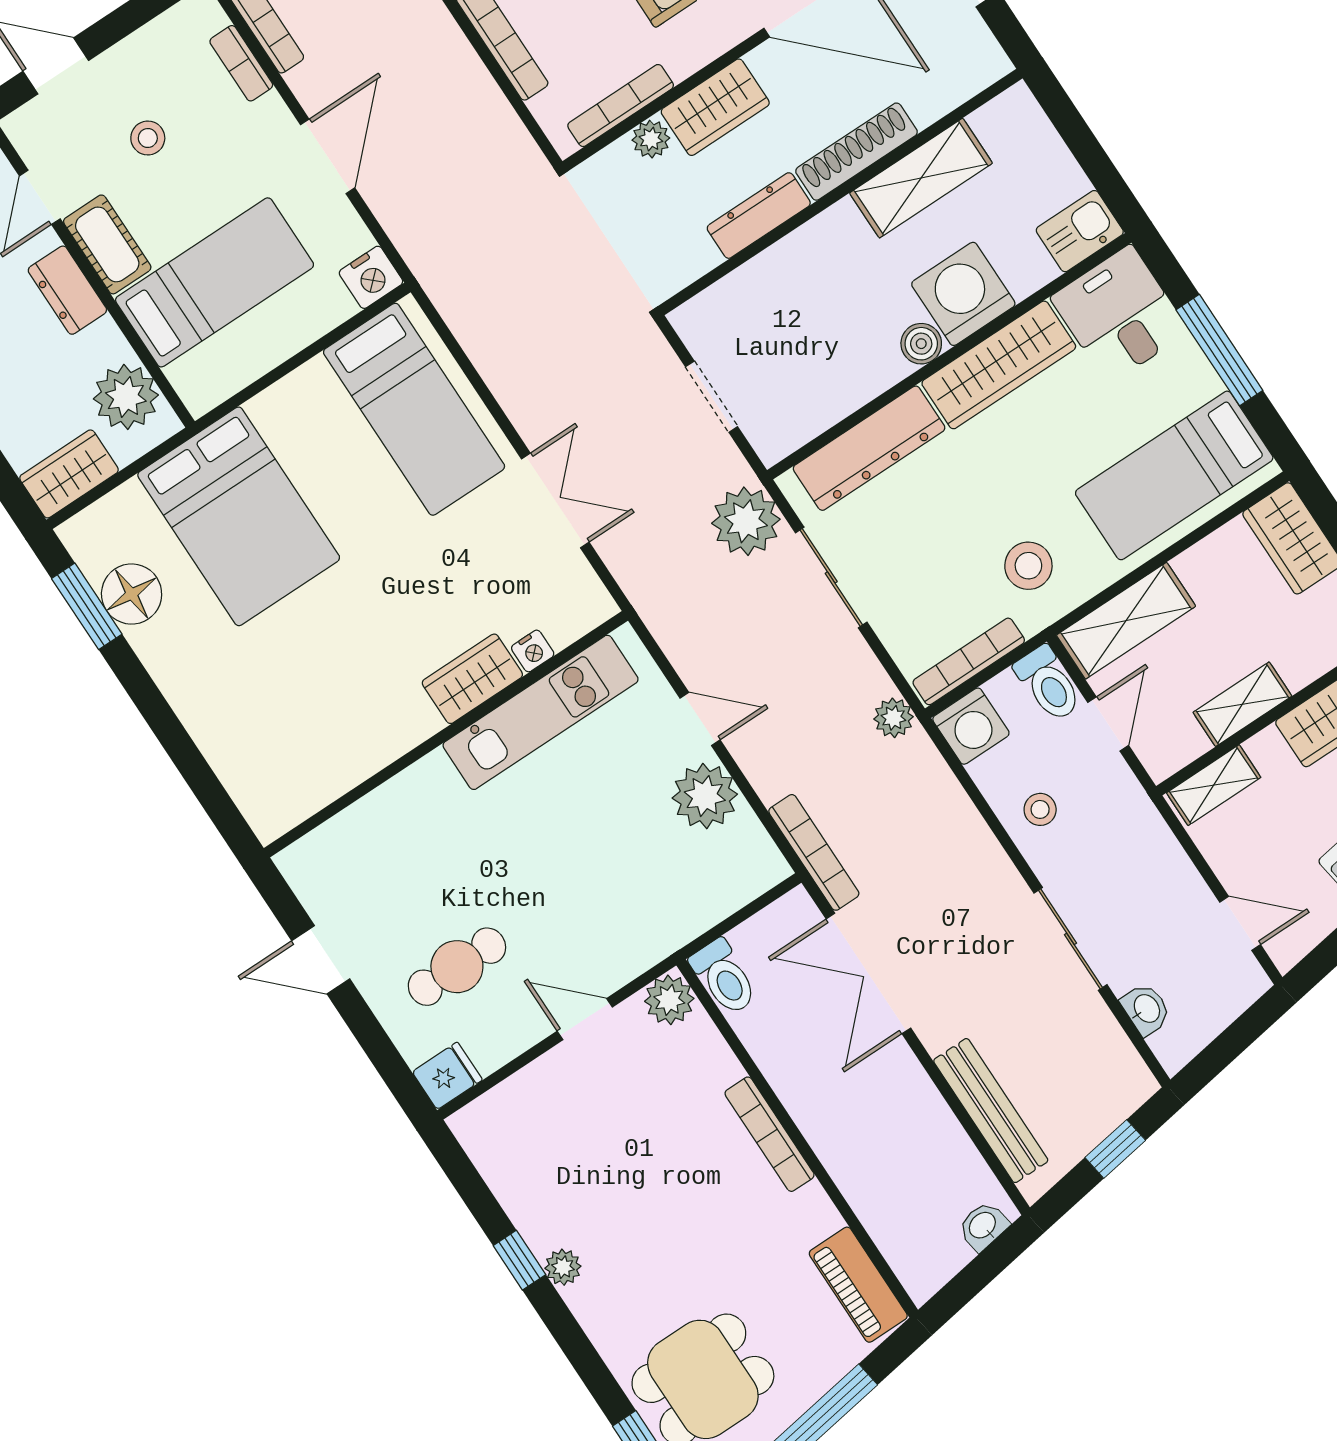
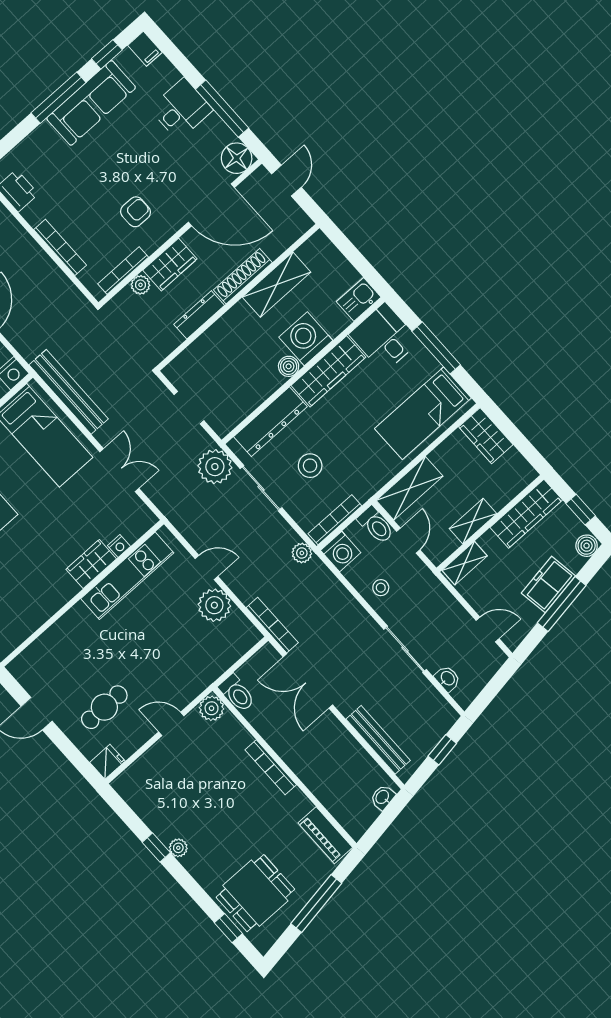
bench: (477, 330) -> (69, 392), added
stool: (1028, 566) -> (310, 466), moved

